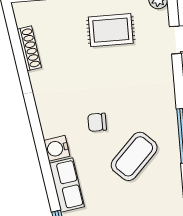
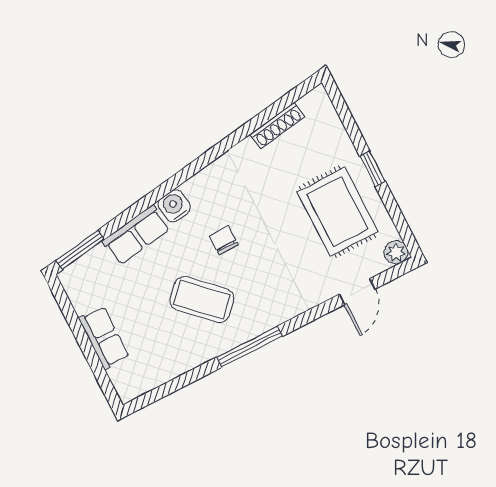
rug: (111, 30) -> (338, 212), width x1.36, depth x1.43

